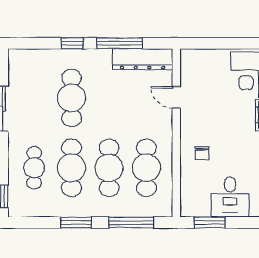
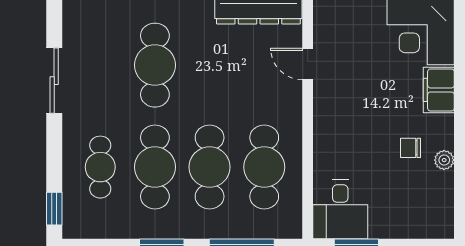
chair: (202, 153) -> (410, 148), moved, turned 90
desk: (230, 197) -> (340, 209), moved

